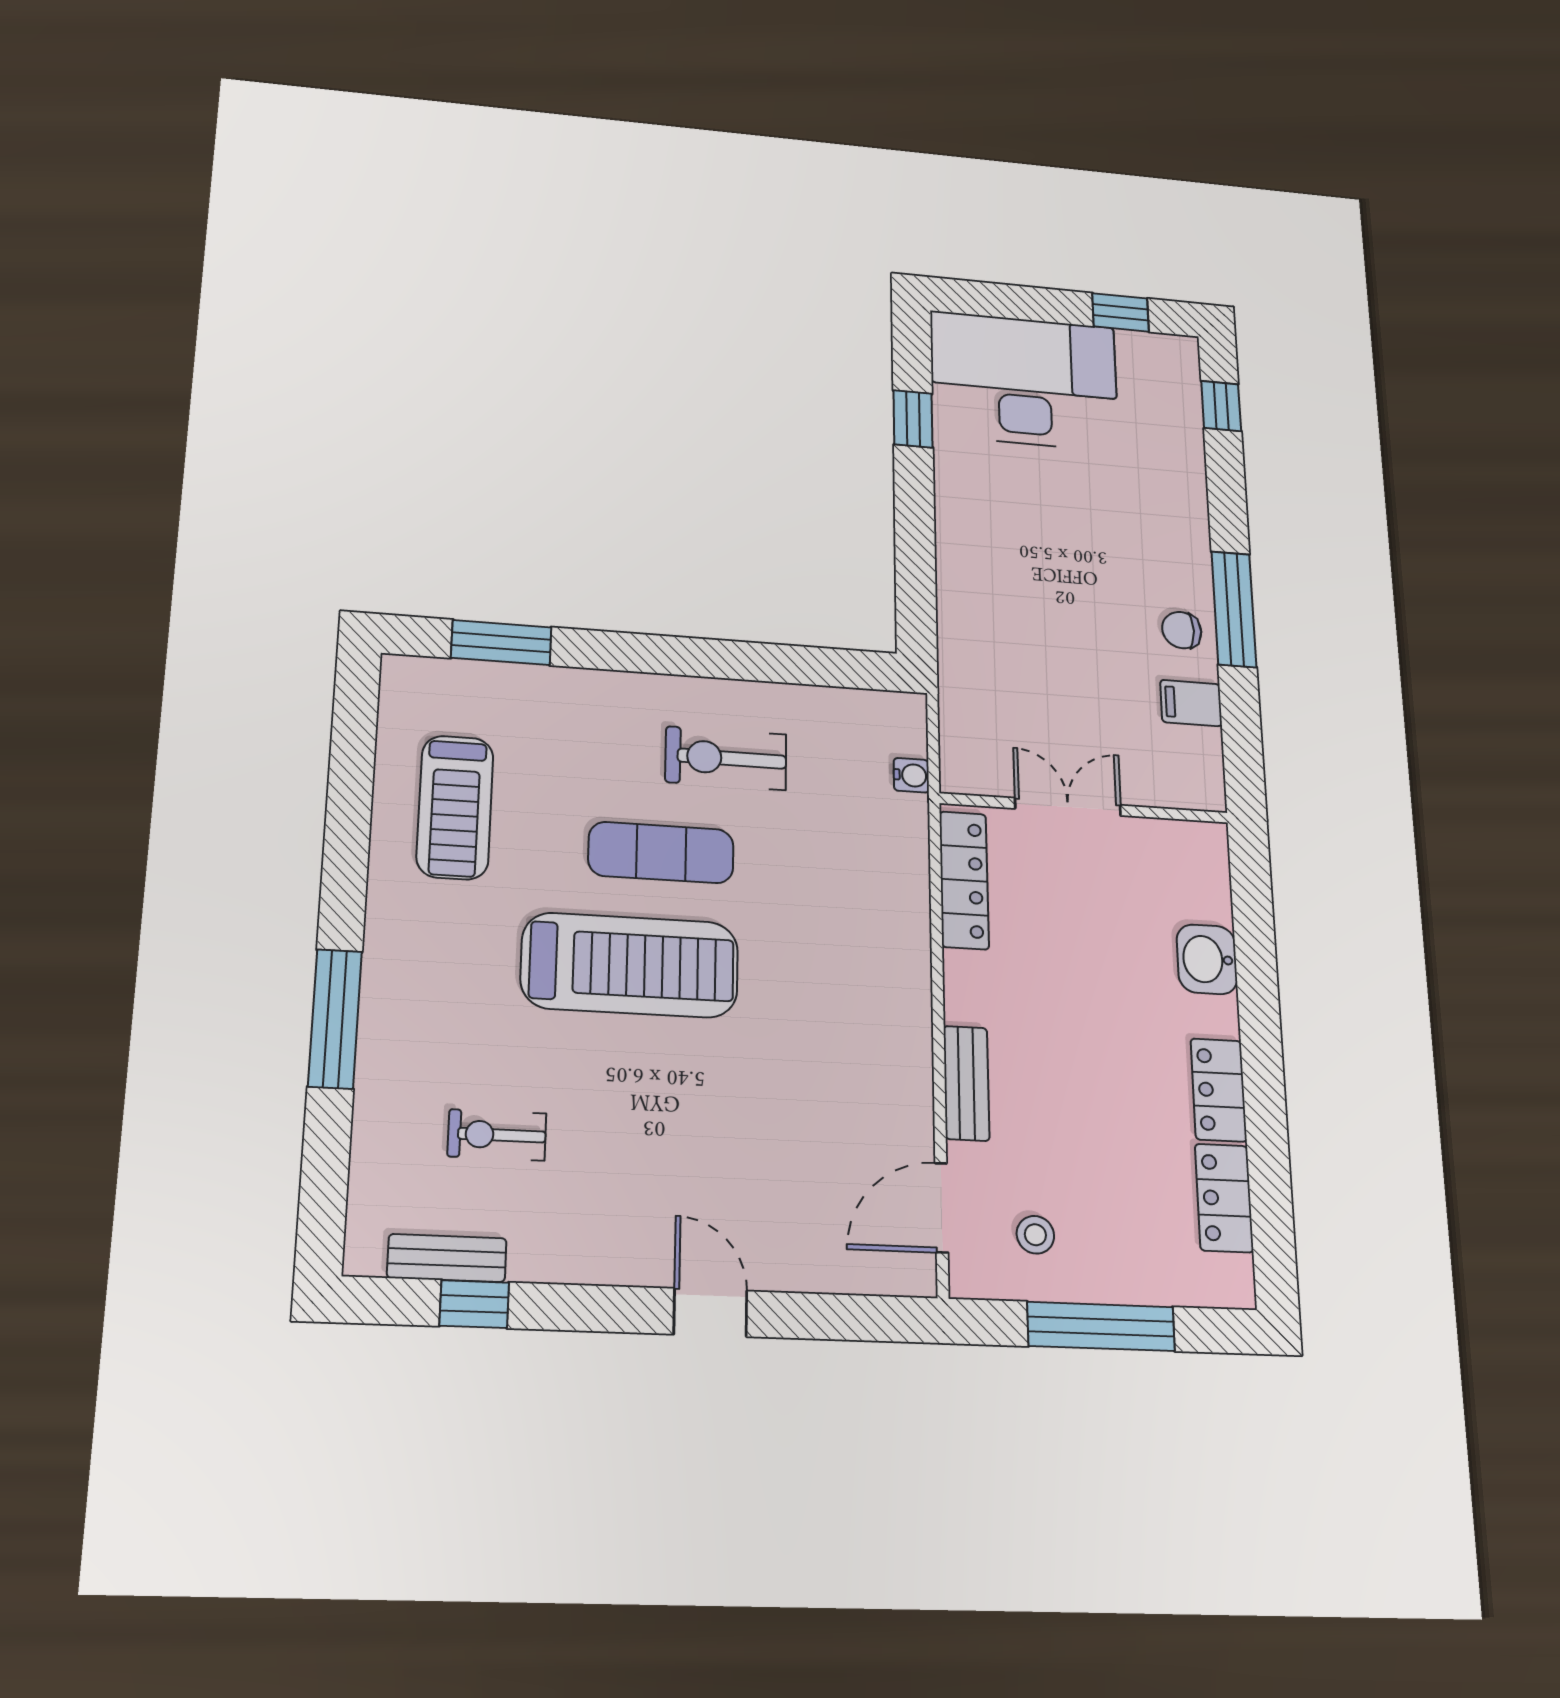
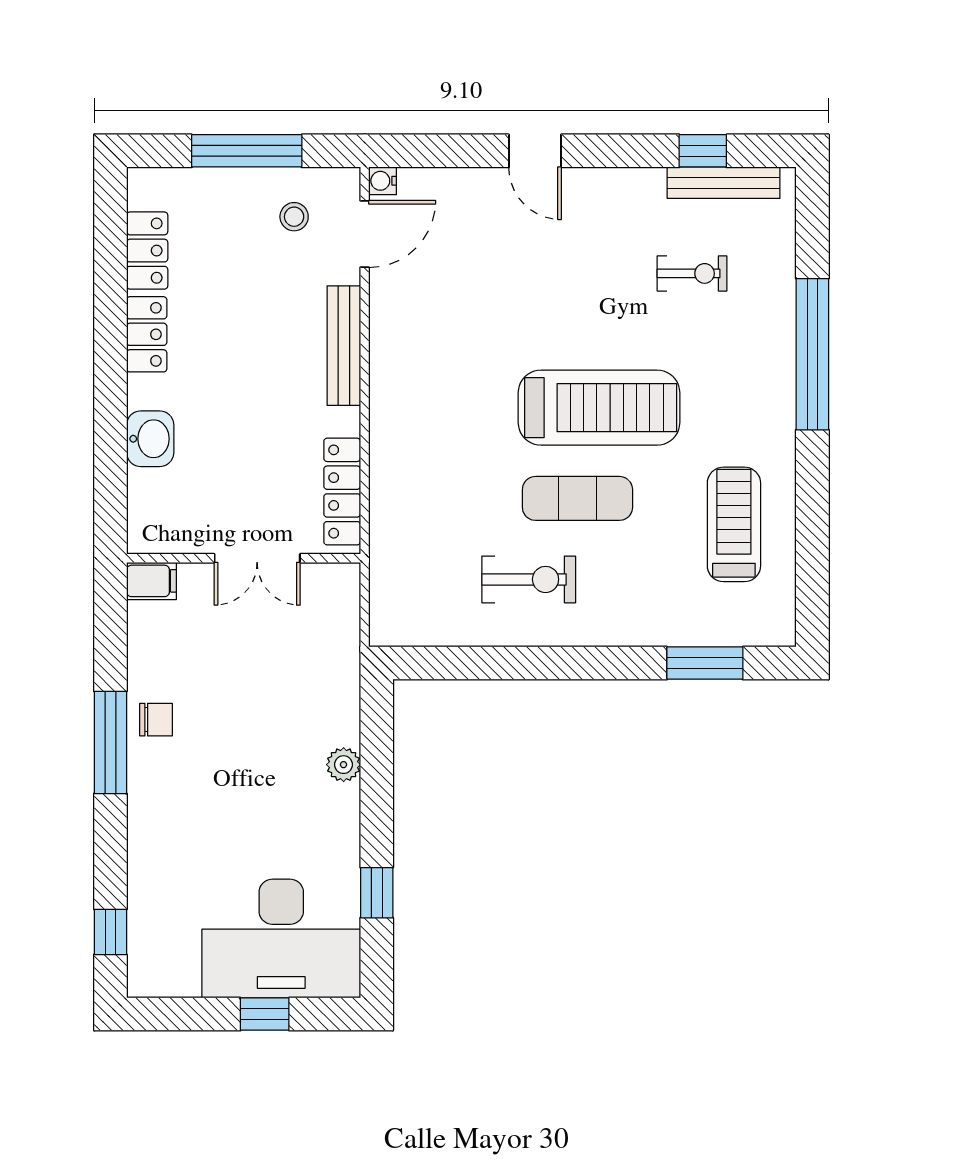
window: (1121, 312) -> (265, 1014), moved
plant: (955, 562) -> (344, 765), added
filing cabinet: (1191, 703) -> (151, 581), moved
water cooler: (911, 775) -> (383, 181), moved
treadmill: (630, 965) -> (599, 408), turned 180
window: (335, 1019) -> (812, 354), width x1.46
bench: (966, 1083) -> (344, 346), width x1.36
bench: (447, 1258) -> (724, 183), width x1.36

